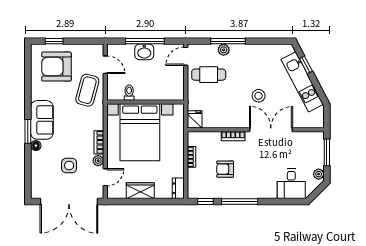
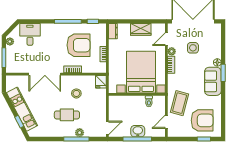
door: (105, 65) -> (166, 122), hinge flipped
cafe table: (209, 75) -> (67, 115), moved
stool: (259, 96) -> (76, 93), moved
armchair: (225, 169) -> (79, 45), width x1.88, depth x1.88

